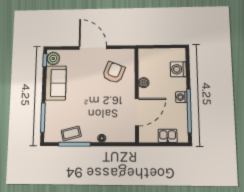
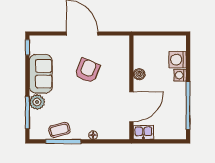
plant: (53, 58) -> (37, 102), moved
armchair: (114, 72) -> (87, 71), moved
washing machine: (181, 97) -> (180, 75), moved
kitchen sink: (168, 136) -> (143, 132), moved

